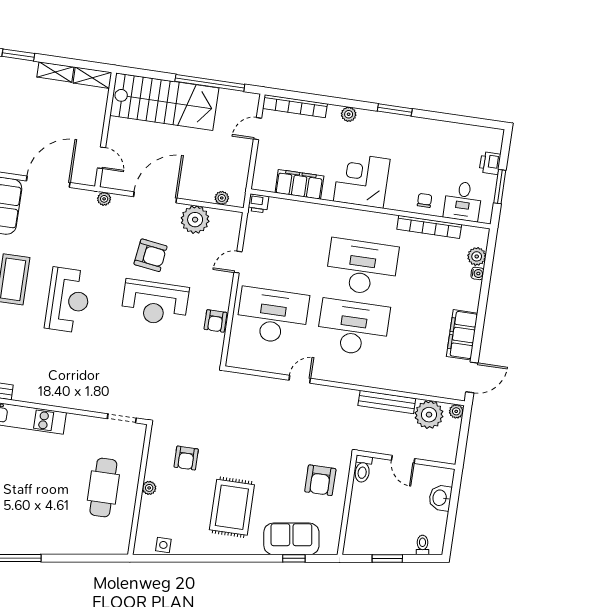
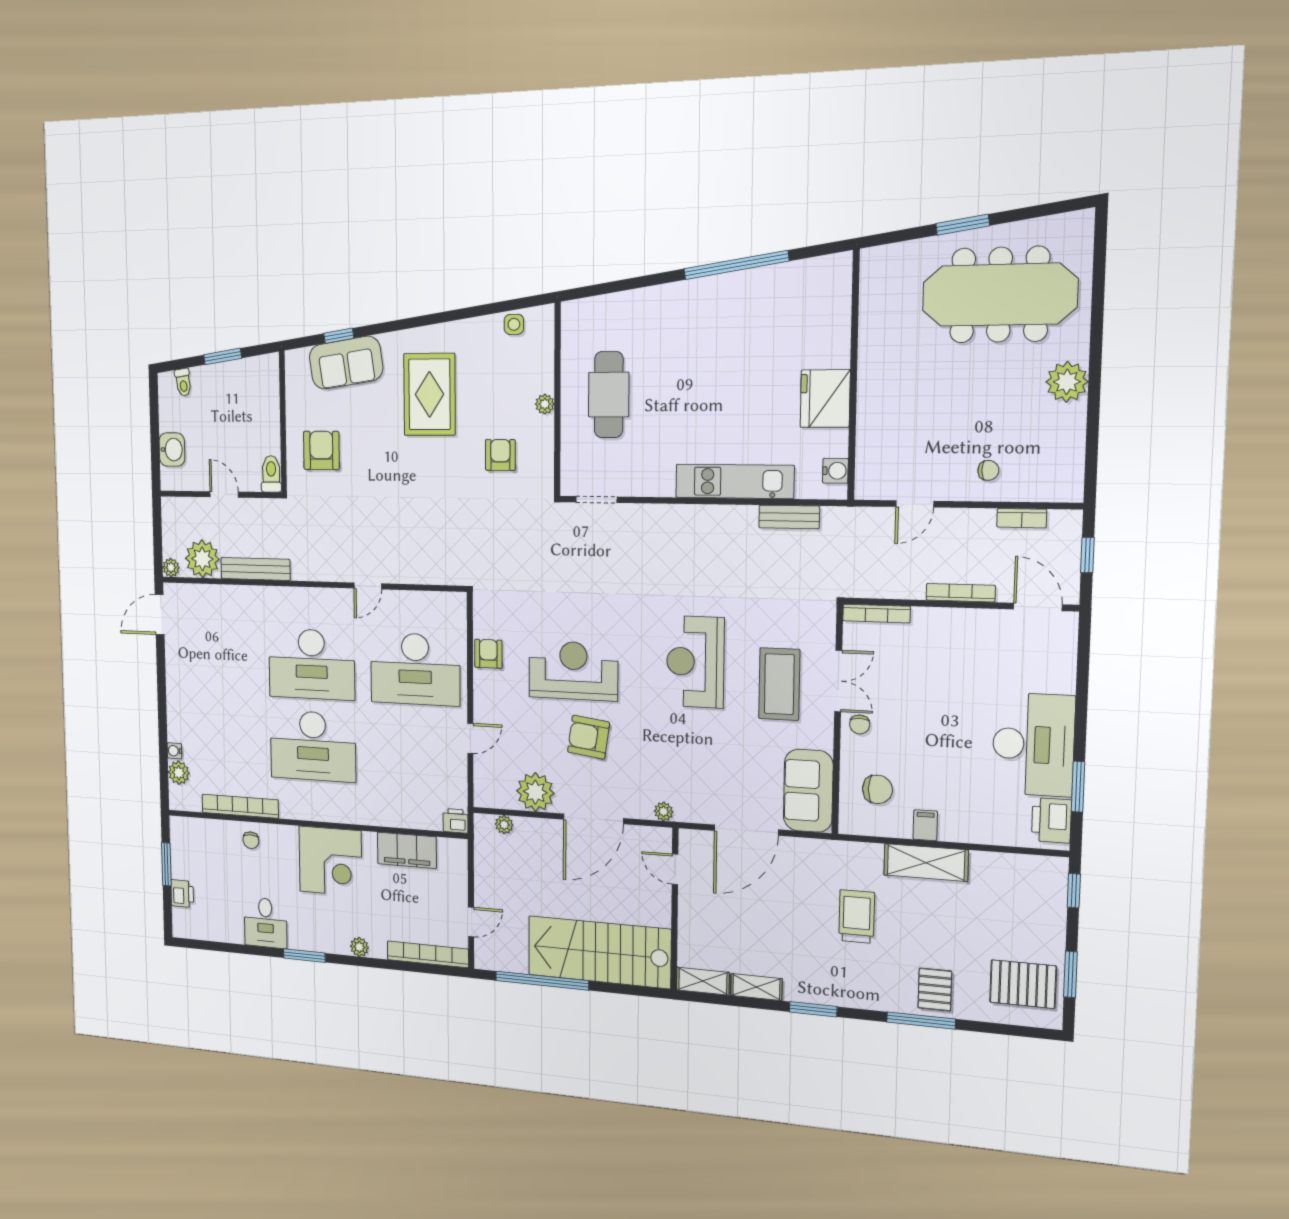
desk: (463, 201) -> (265, 923), moved, turned 180
filing cabinet: (462, 335) -> (180, 669), removed

